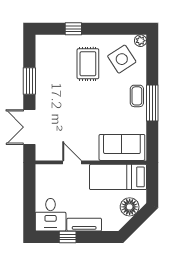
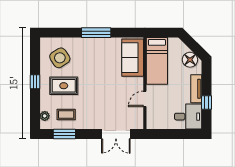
window: (73, 29) -> (35, 82), moved
plant: (140, 41) -> (45, 116), moved
window: (29, 81) -> (64, 134), moved
coffee table: (137, 96) -> (66, 114), moved
floor lamp: (130, 207) -> (190, 60), moved

